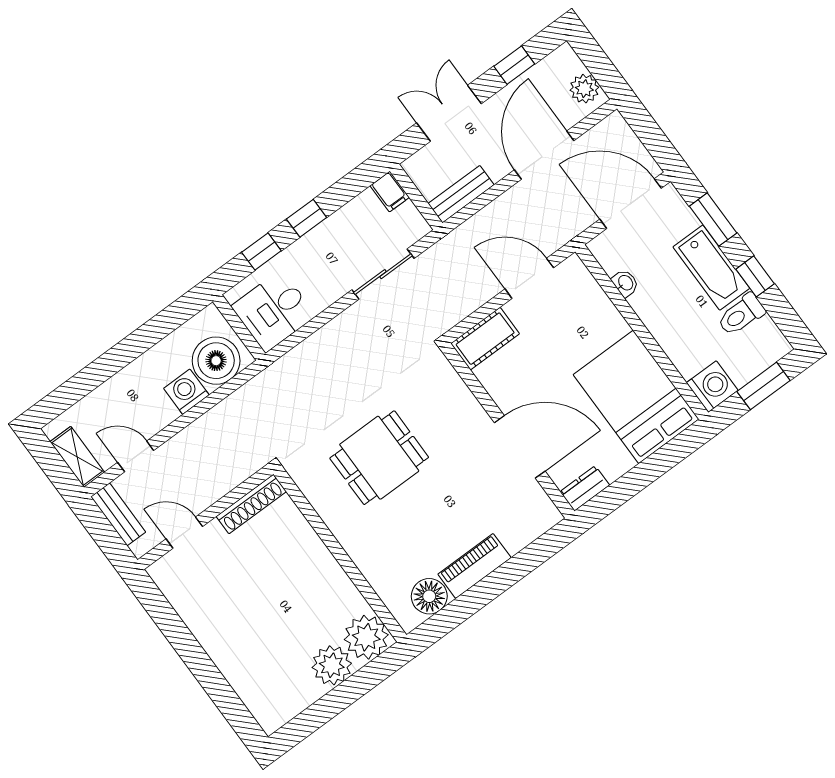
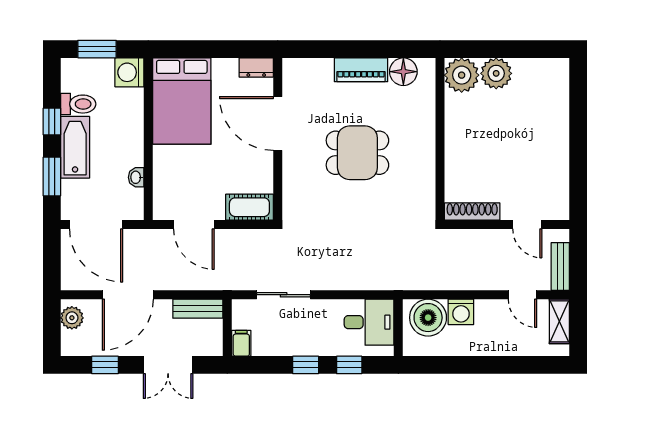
dining table: (379, 458) -> (357, 153), moved

